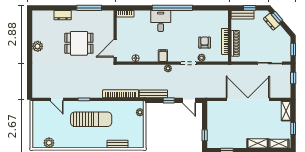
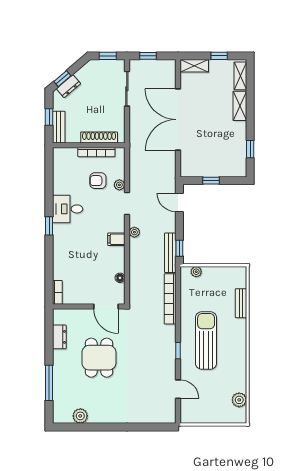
window: (89, 8) -> (49, 383), moved
window: (172, 8) -> (49, 226), width x0.32
dresser: (63, 15) -> (59, 337), moved
desk: (161, 21) -> (68, 209), moved
plant: (38, 46) -> (80, 416), moved
door: (57, 99) -> (178, 389), hinge flipped
window: (169, 100) -> (179, 248), moved
door: (189, 100) -> (179, 202), swing flipped
window: (205, 135) -> (211, 181), moved

